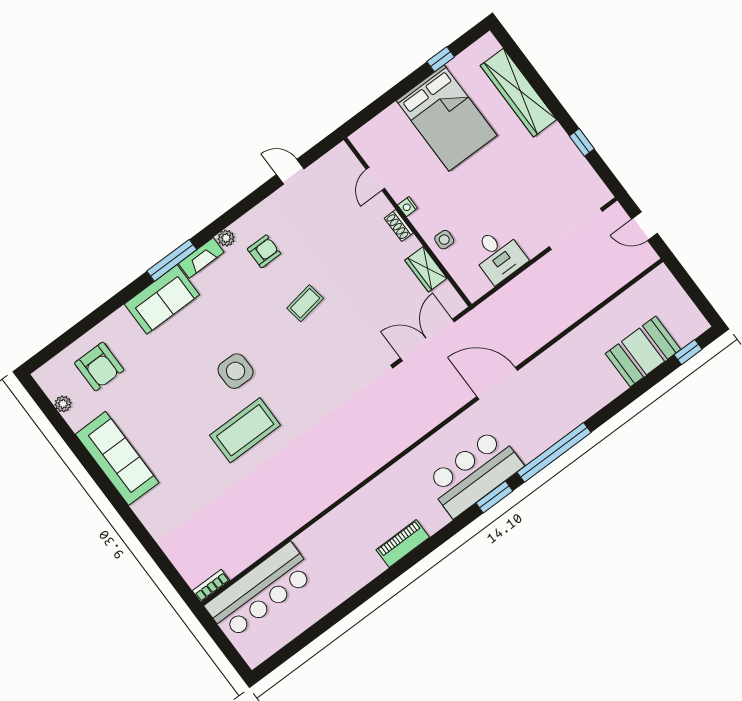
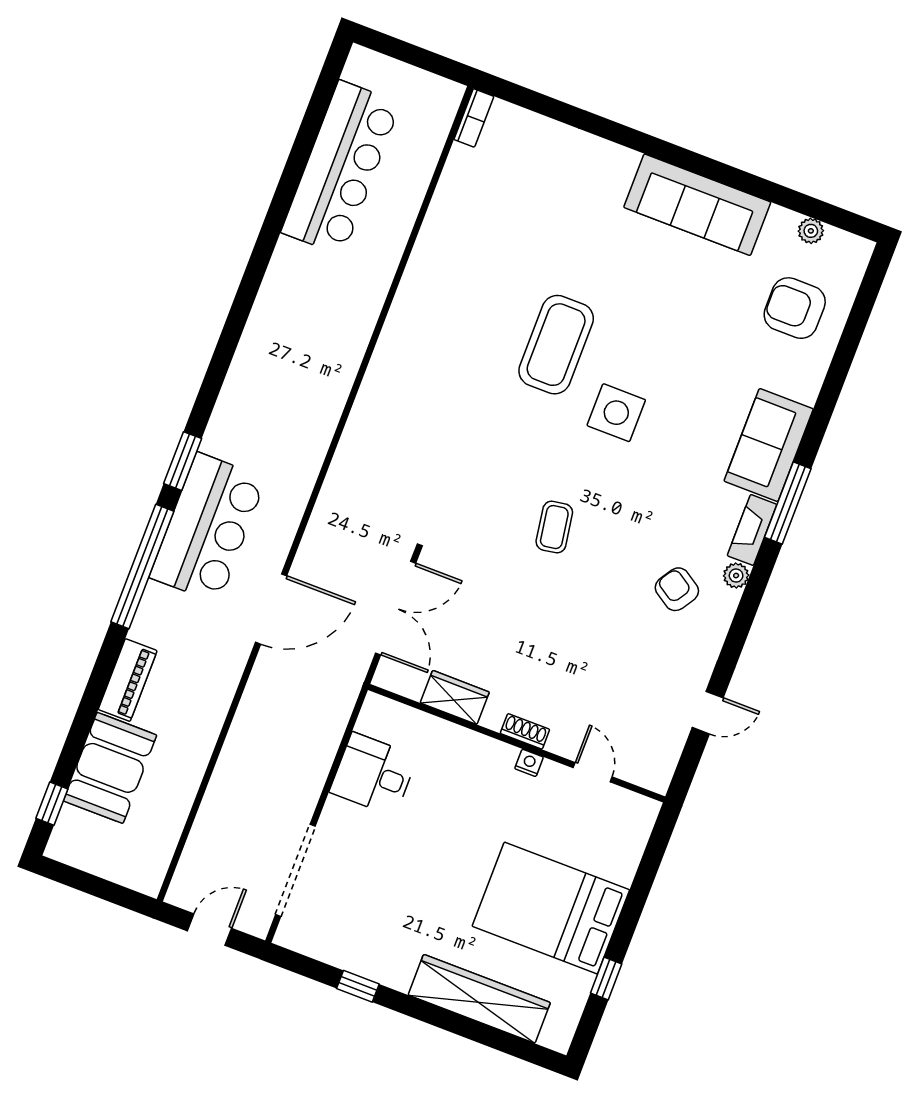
side table: (444, 240) -> (455, 750), removed
armchair: (264, 251) -> (677, 589), turned 123
coffee table: (305, 303) -> (554, 527), moved
bar counter: (474, 473) -> (208, 528), moved
piano: (403, 543) -> (128, 680), moved
bar counter: (260, 591) -> (341, 168), moved, turned 180

